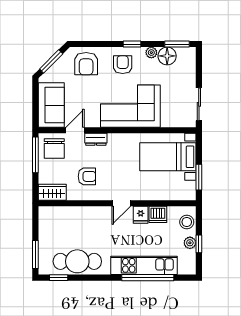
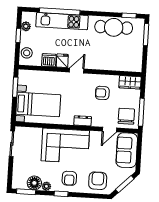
dresser: (96, 139) -> (83, 121), moved
plant: (190, 243) -> (26, 26), moved

